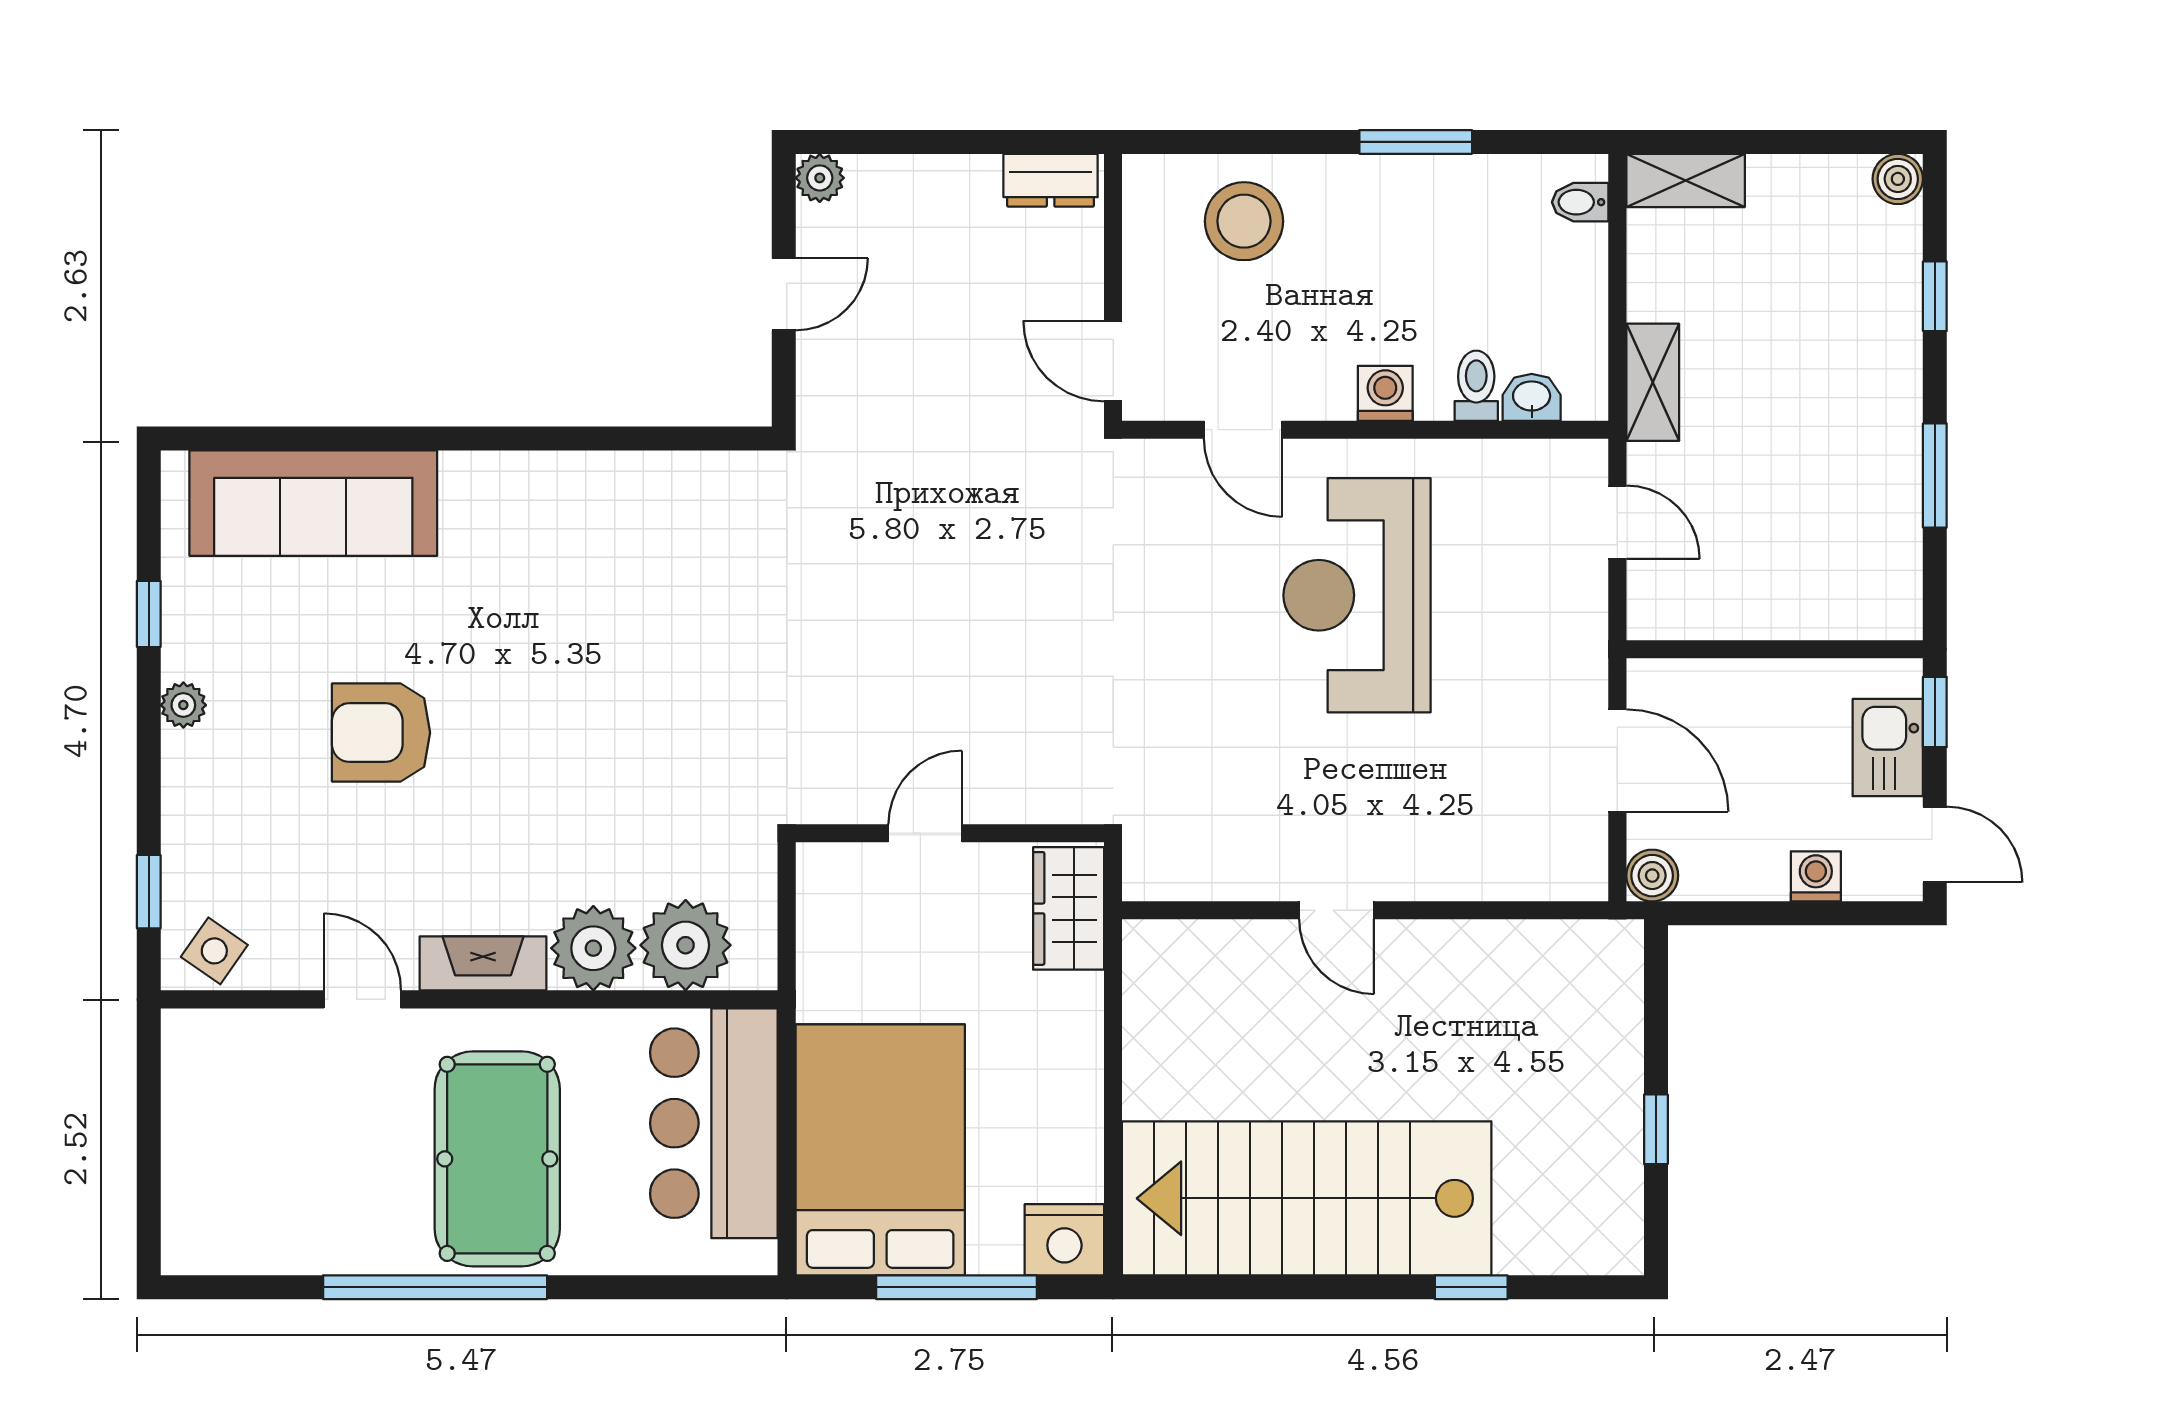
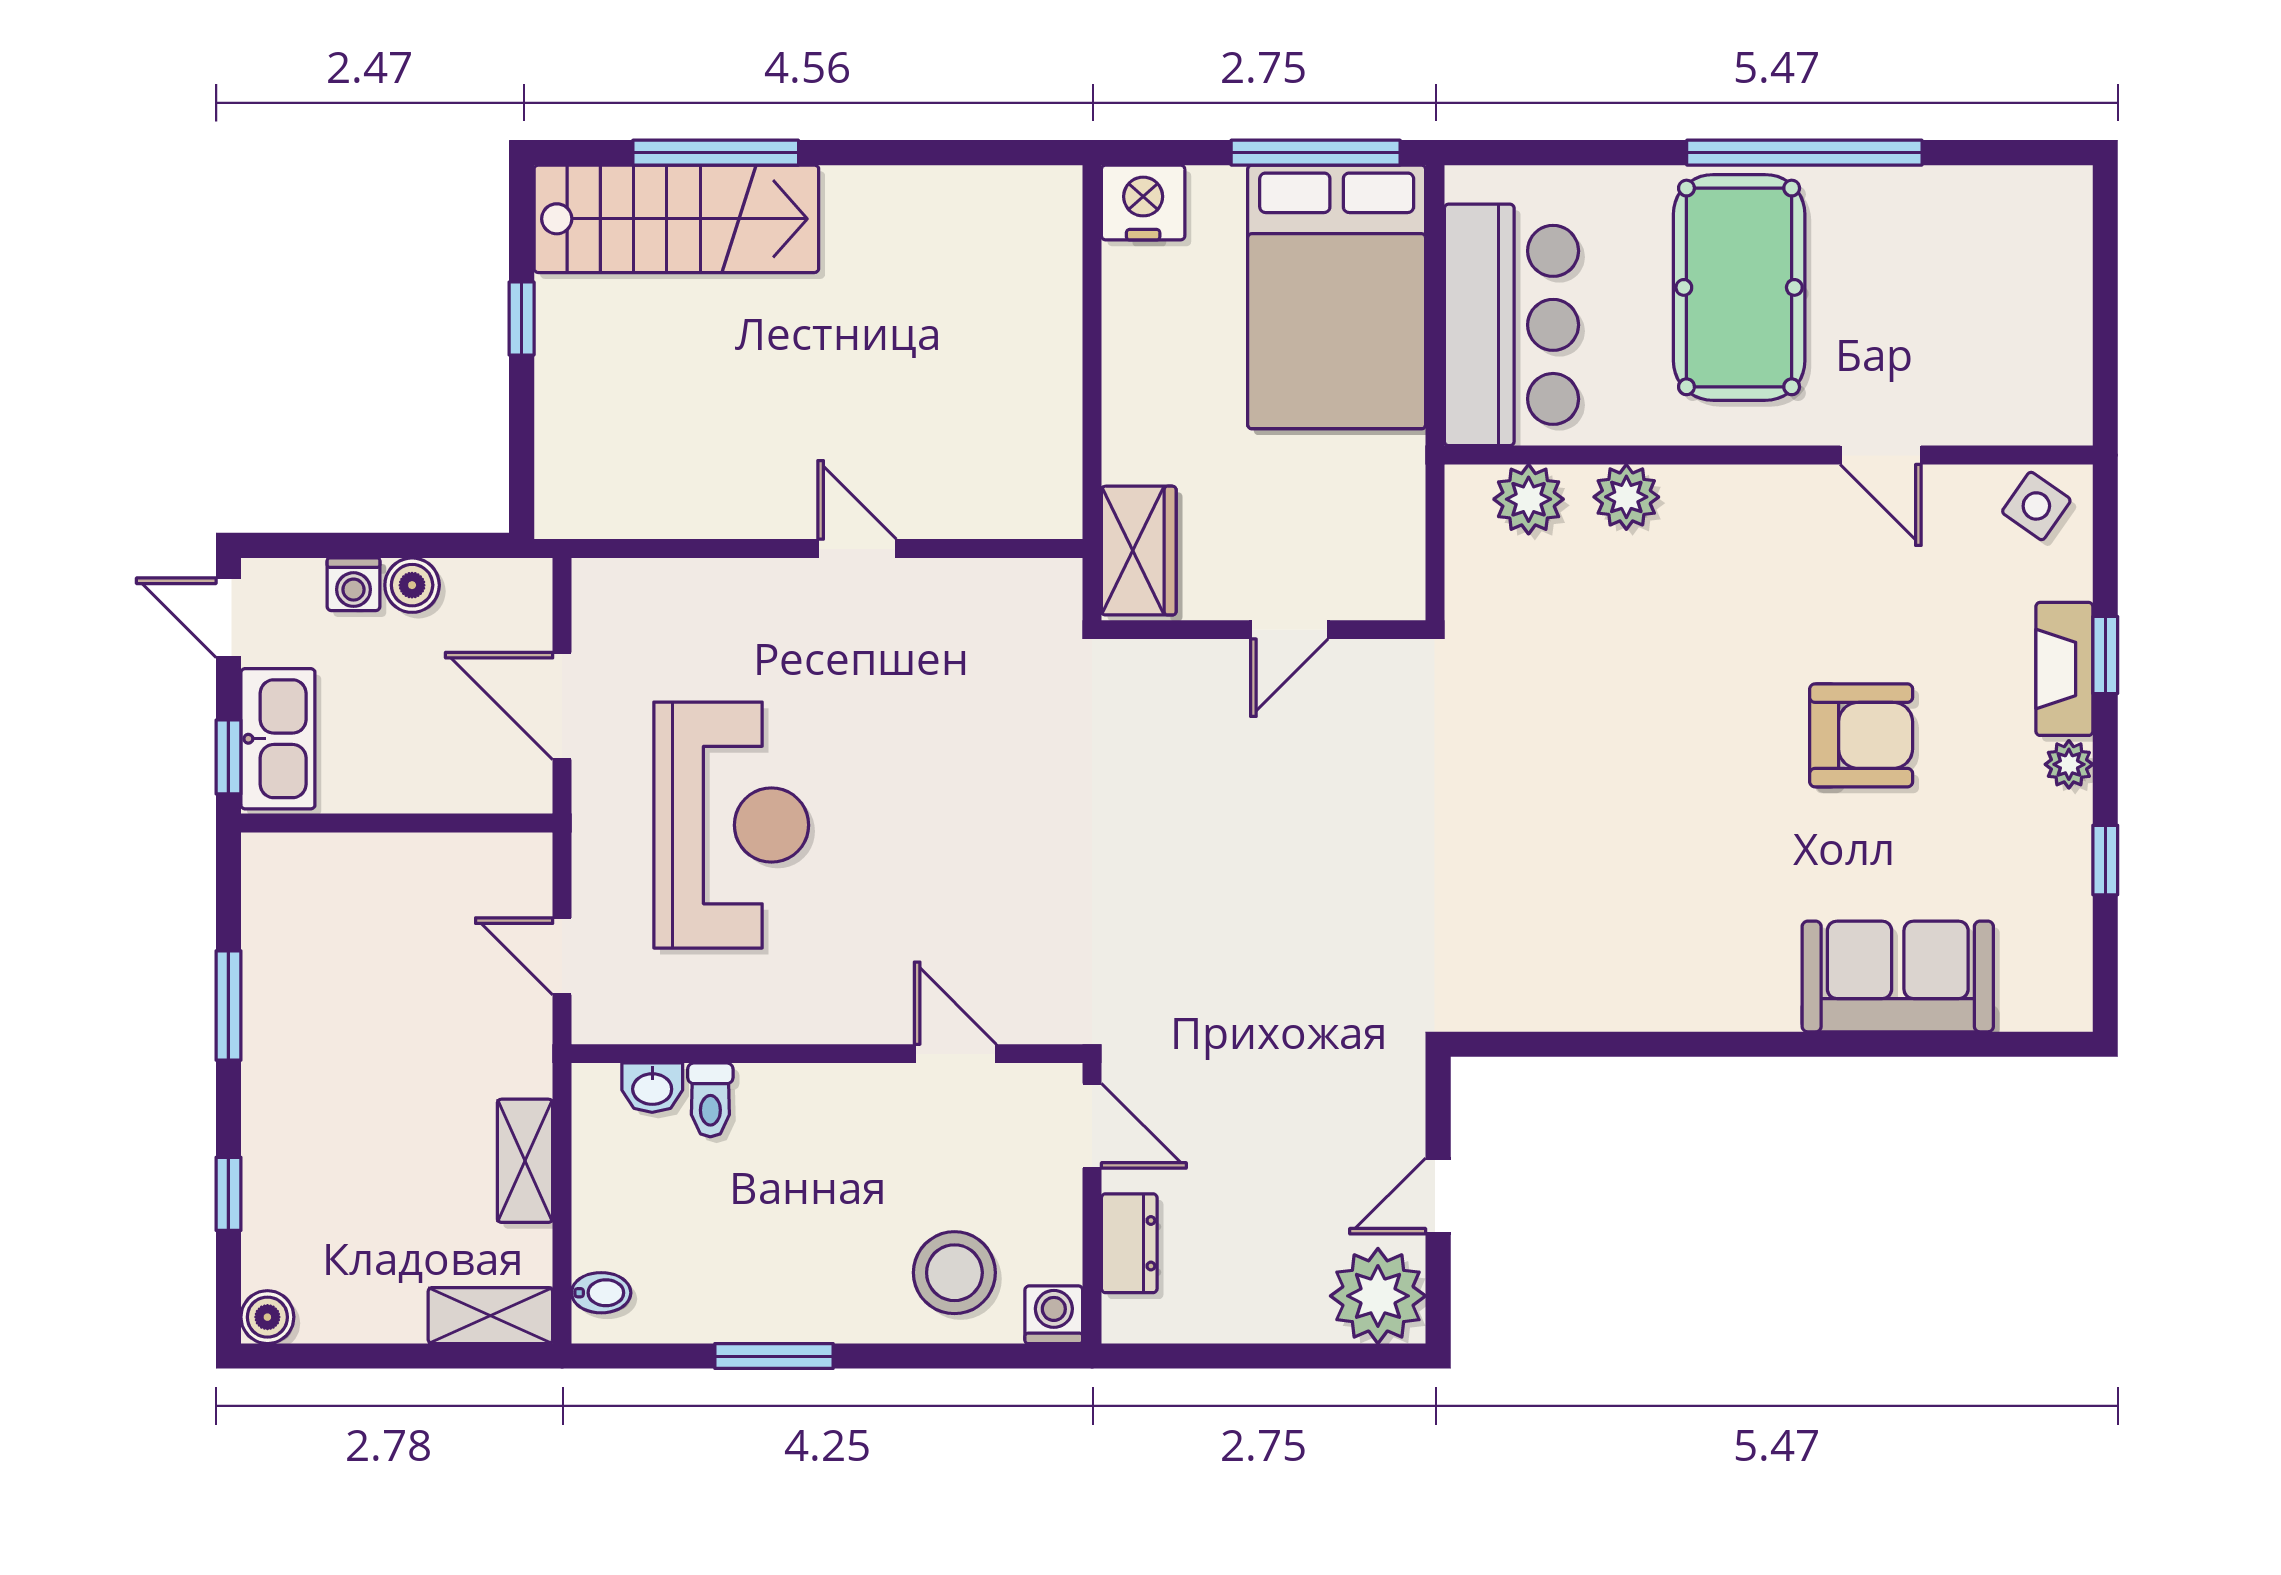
plant: (820, 178) -> (1378, 1296), width x1.88, depth x1.88
dresser: (1051, 180) -> (1129, 1243), moved, turned 90
shelving: (1653, 382) -> (525, 1161), moved
washing machine: (1385, 393) -> (1054, 1315), moved, turned 180
sofa: (313, 503) -> (1898, 976), width x0.73
reception desk: (1357, 595) -> (731, 825), moved
kitchen sink: (1888, 748) -> (278, 739), width x1.38
boiler: (1652, 876) -> (412, 585), moved
window: (149, 892) -> (2105, 655), moved
plant: (686, 945) -> (1529, 499), width x0.73, depth x0.73
plant: (593, 948) -> (1626, 497), width x0.73, depth x0.73
fireplace: (483, 963) -> (2064, 669), moved, turned 90
stairs: (1307, 1198) -> (676, 219), moved, width x0.73, depth x0.66
window: (956, 1287) -> (1316, 153), moved
window: (1471, 1287) -> (716, 153), width x2.17

